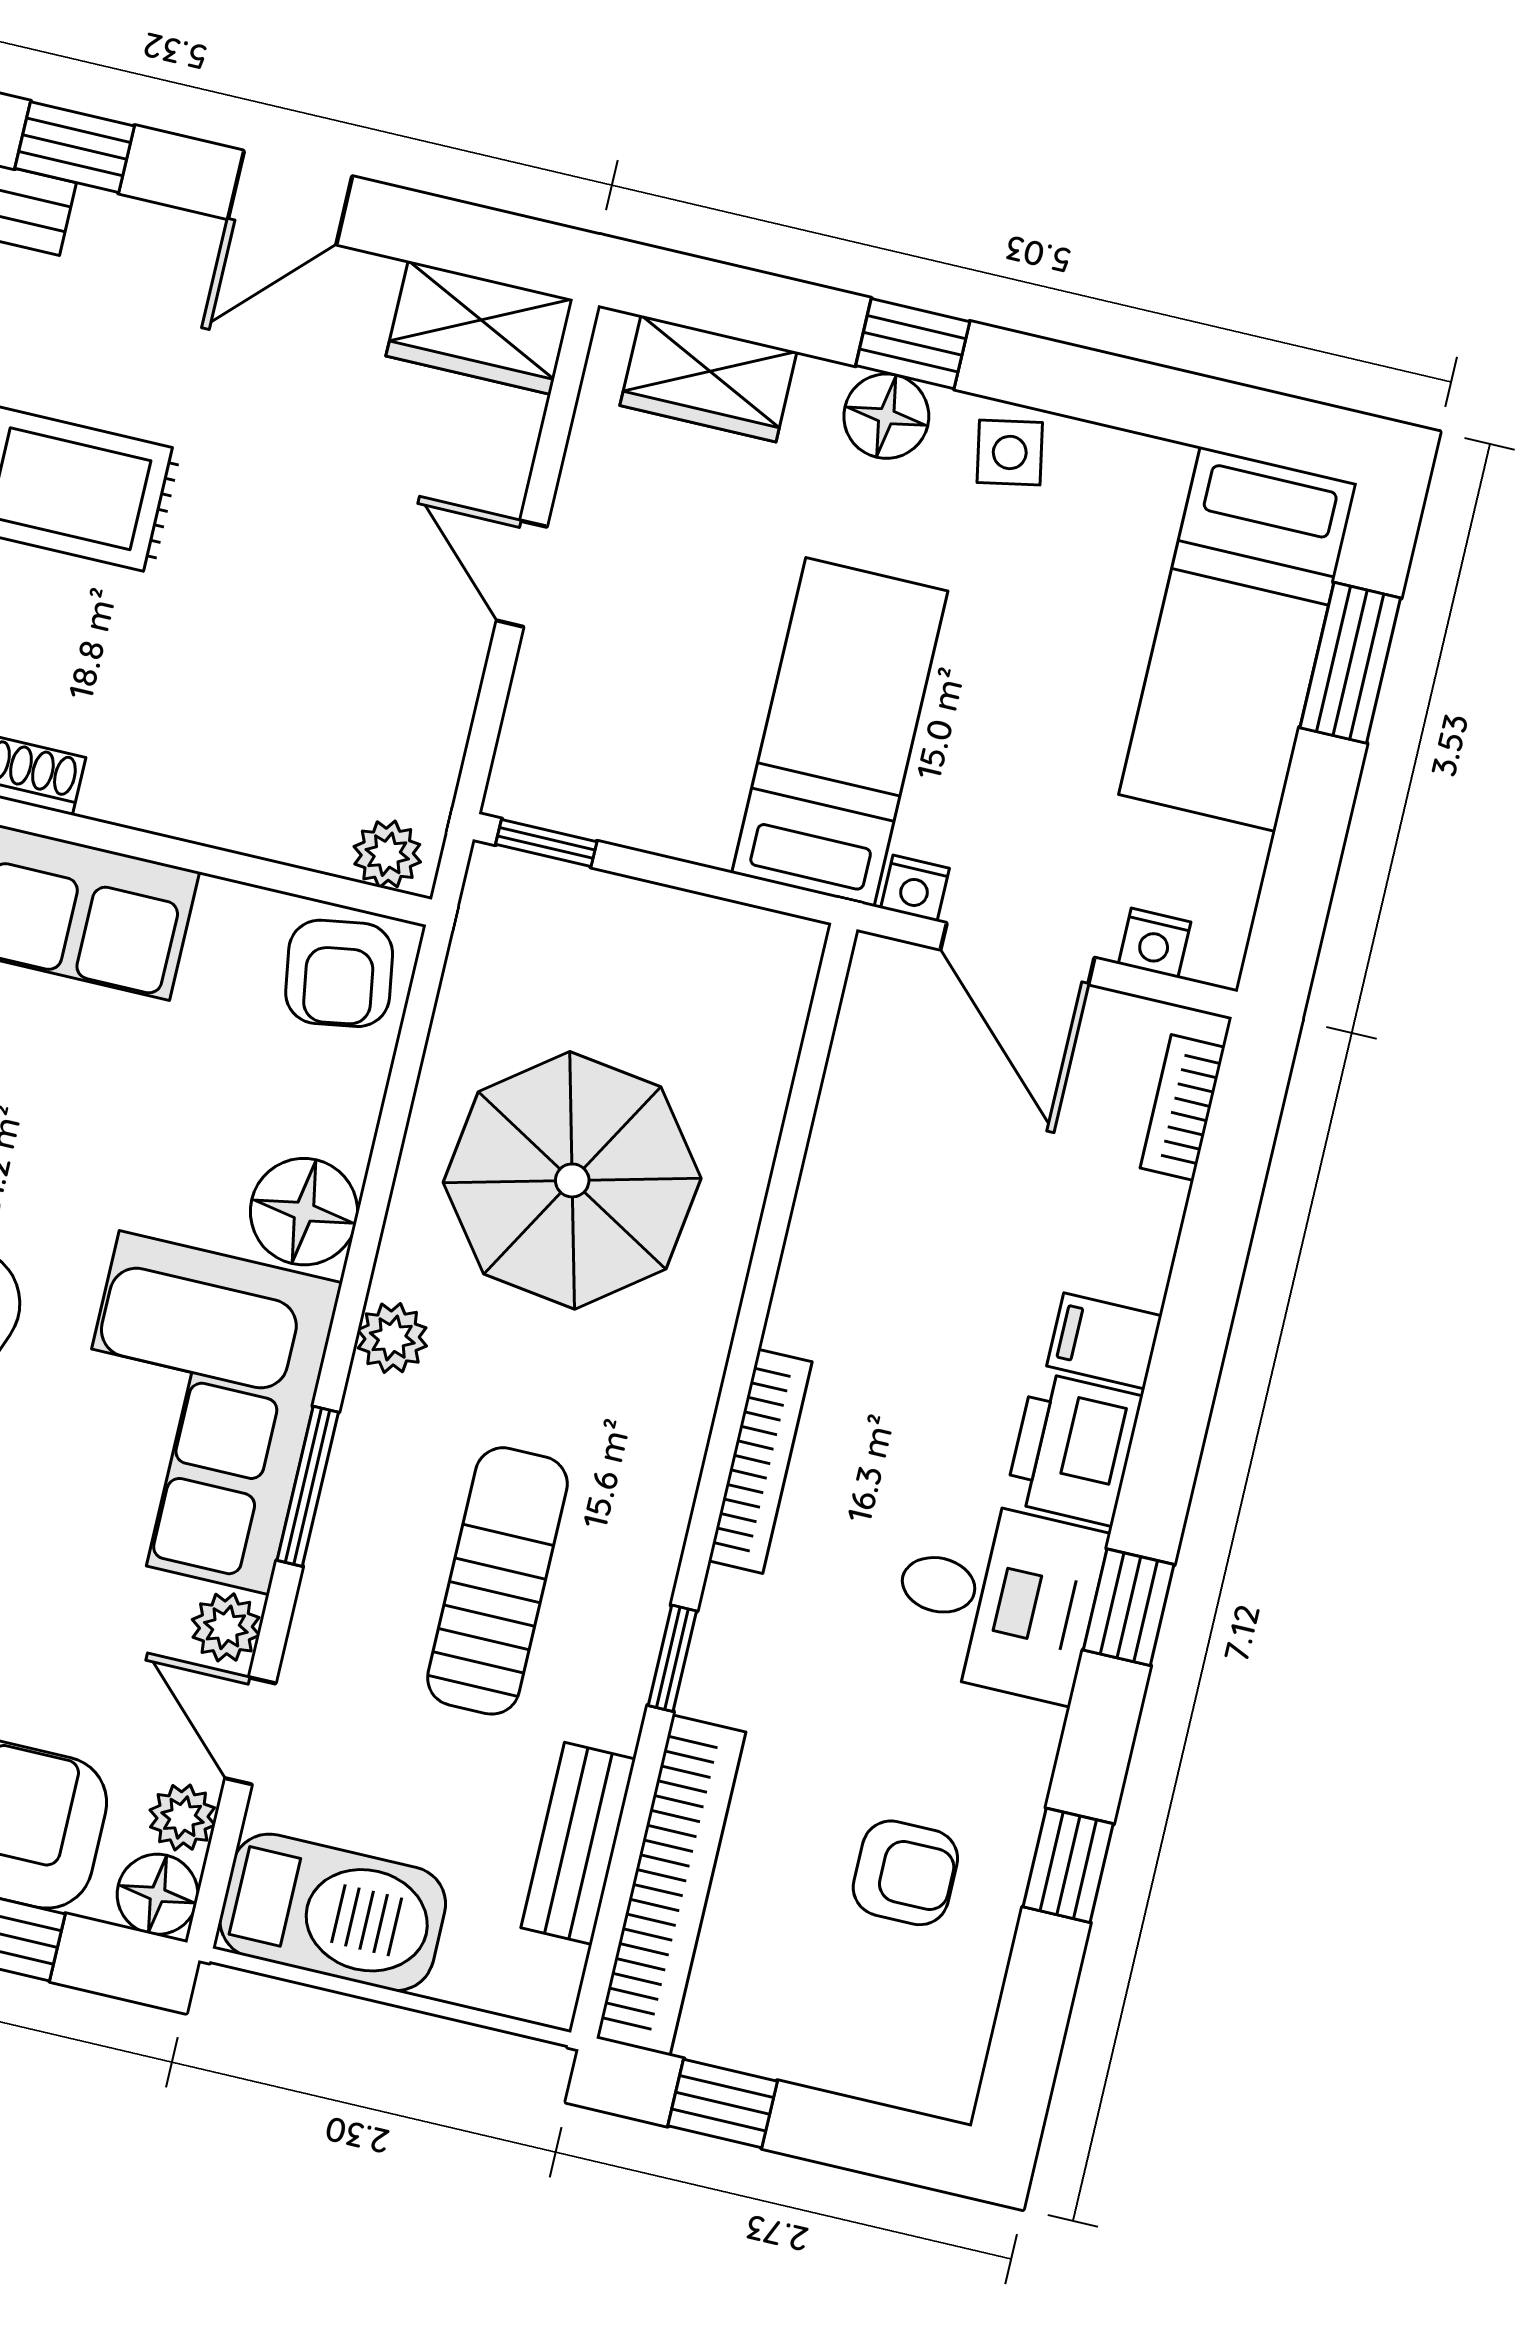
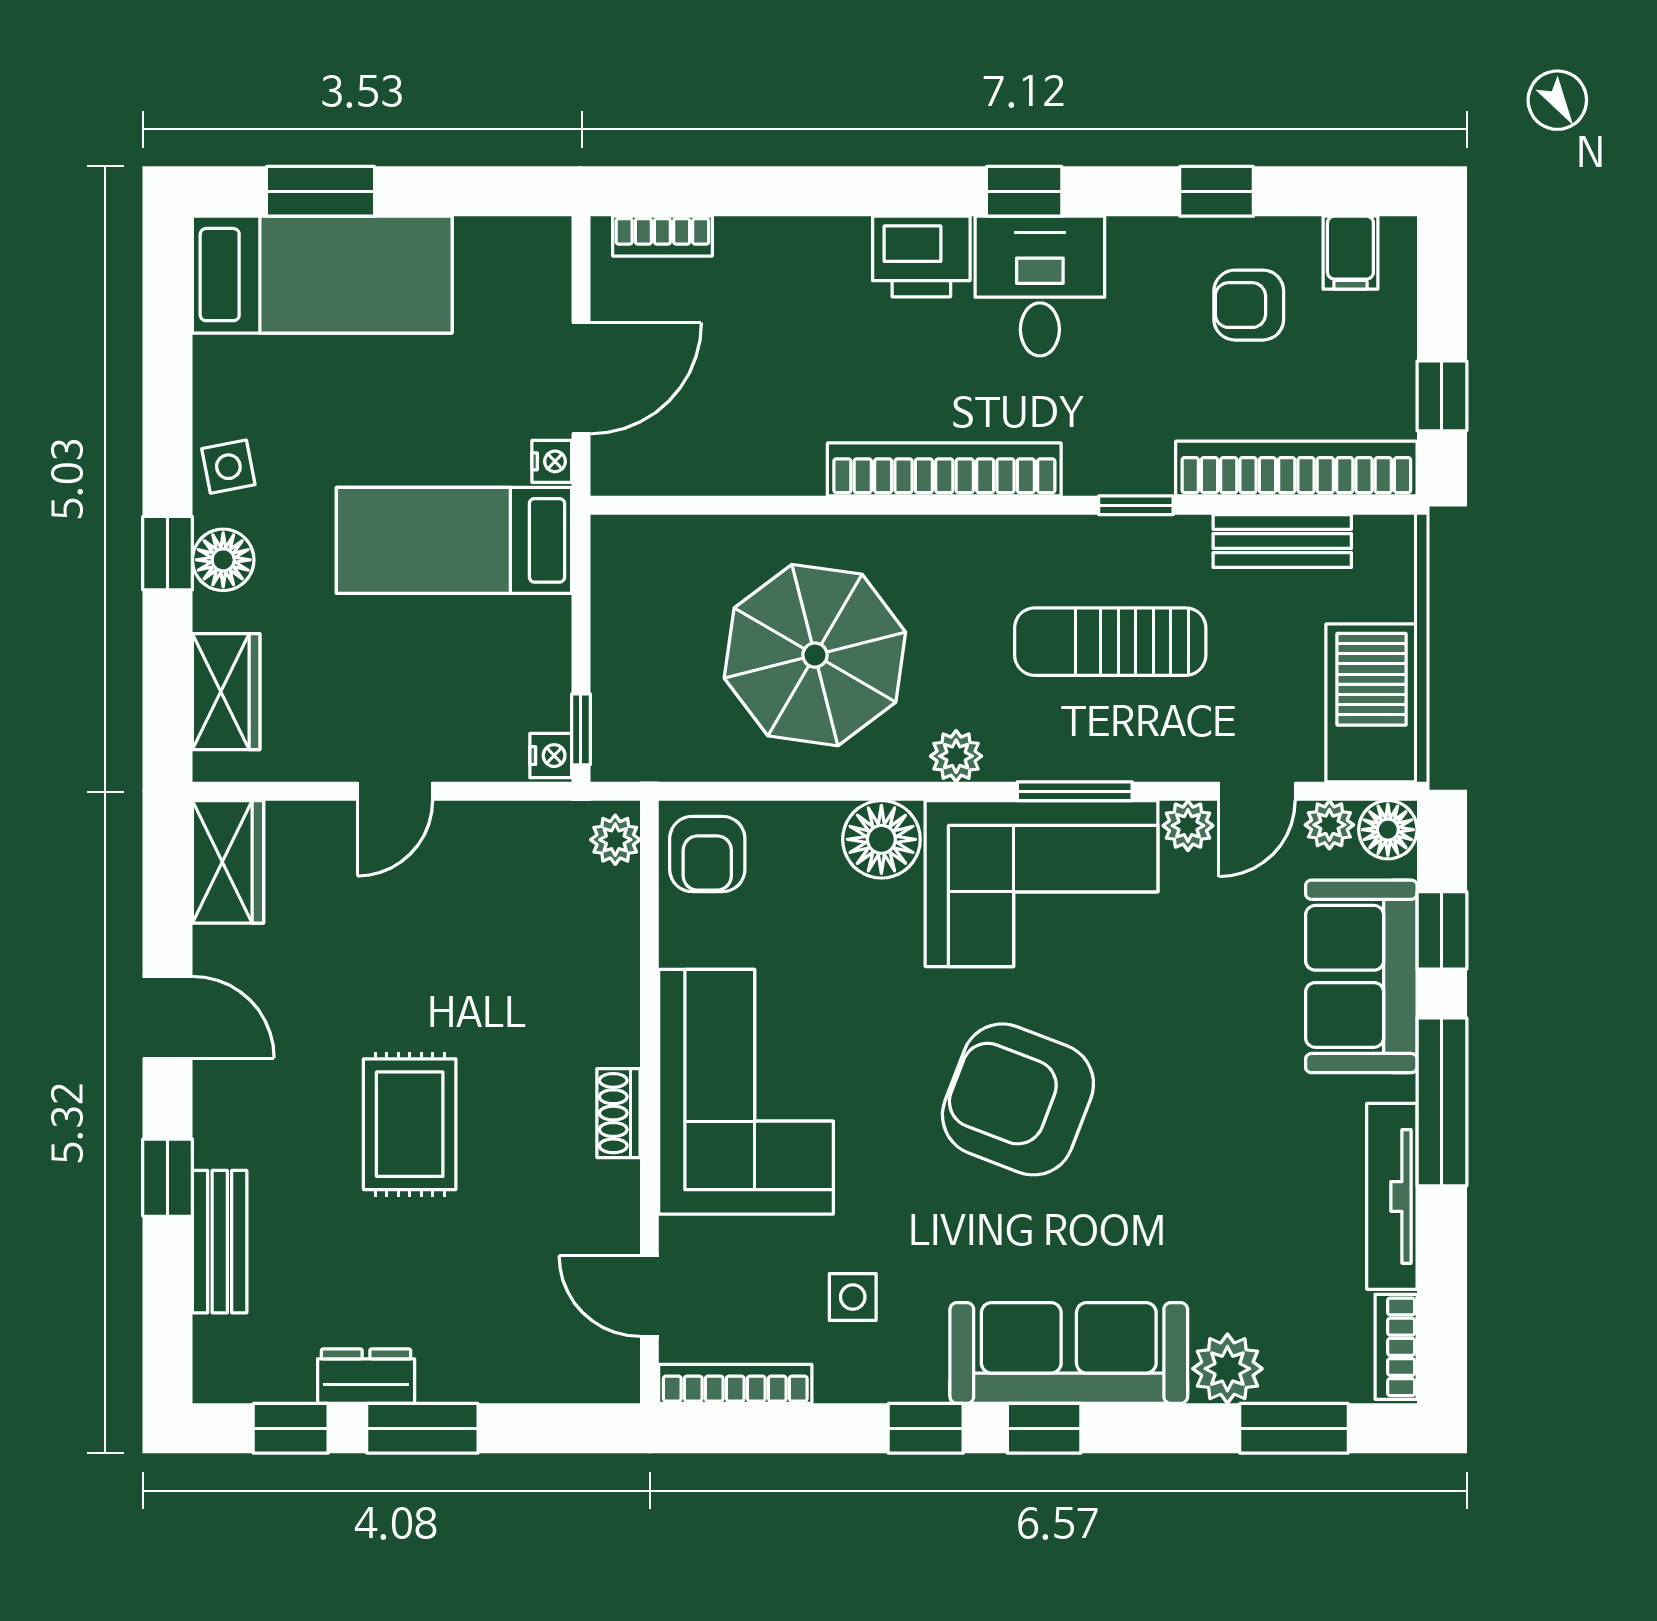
nightstand: (1155, 943) -> (551, 756), moved
armchair: (339, 973) -> (707, 854), turned 99
filing cabinet: (1104, 1341) -> (1350, 253), moved
bookcase: (760, 1461) -> (944, 469), width x1.48, depth x1.31
armchair: (905, 1873) -> (1249, 305), turned -90

